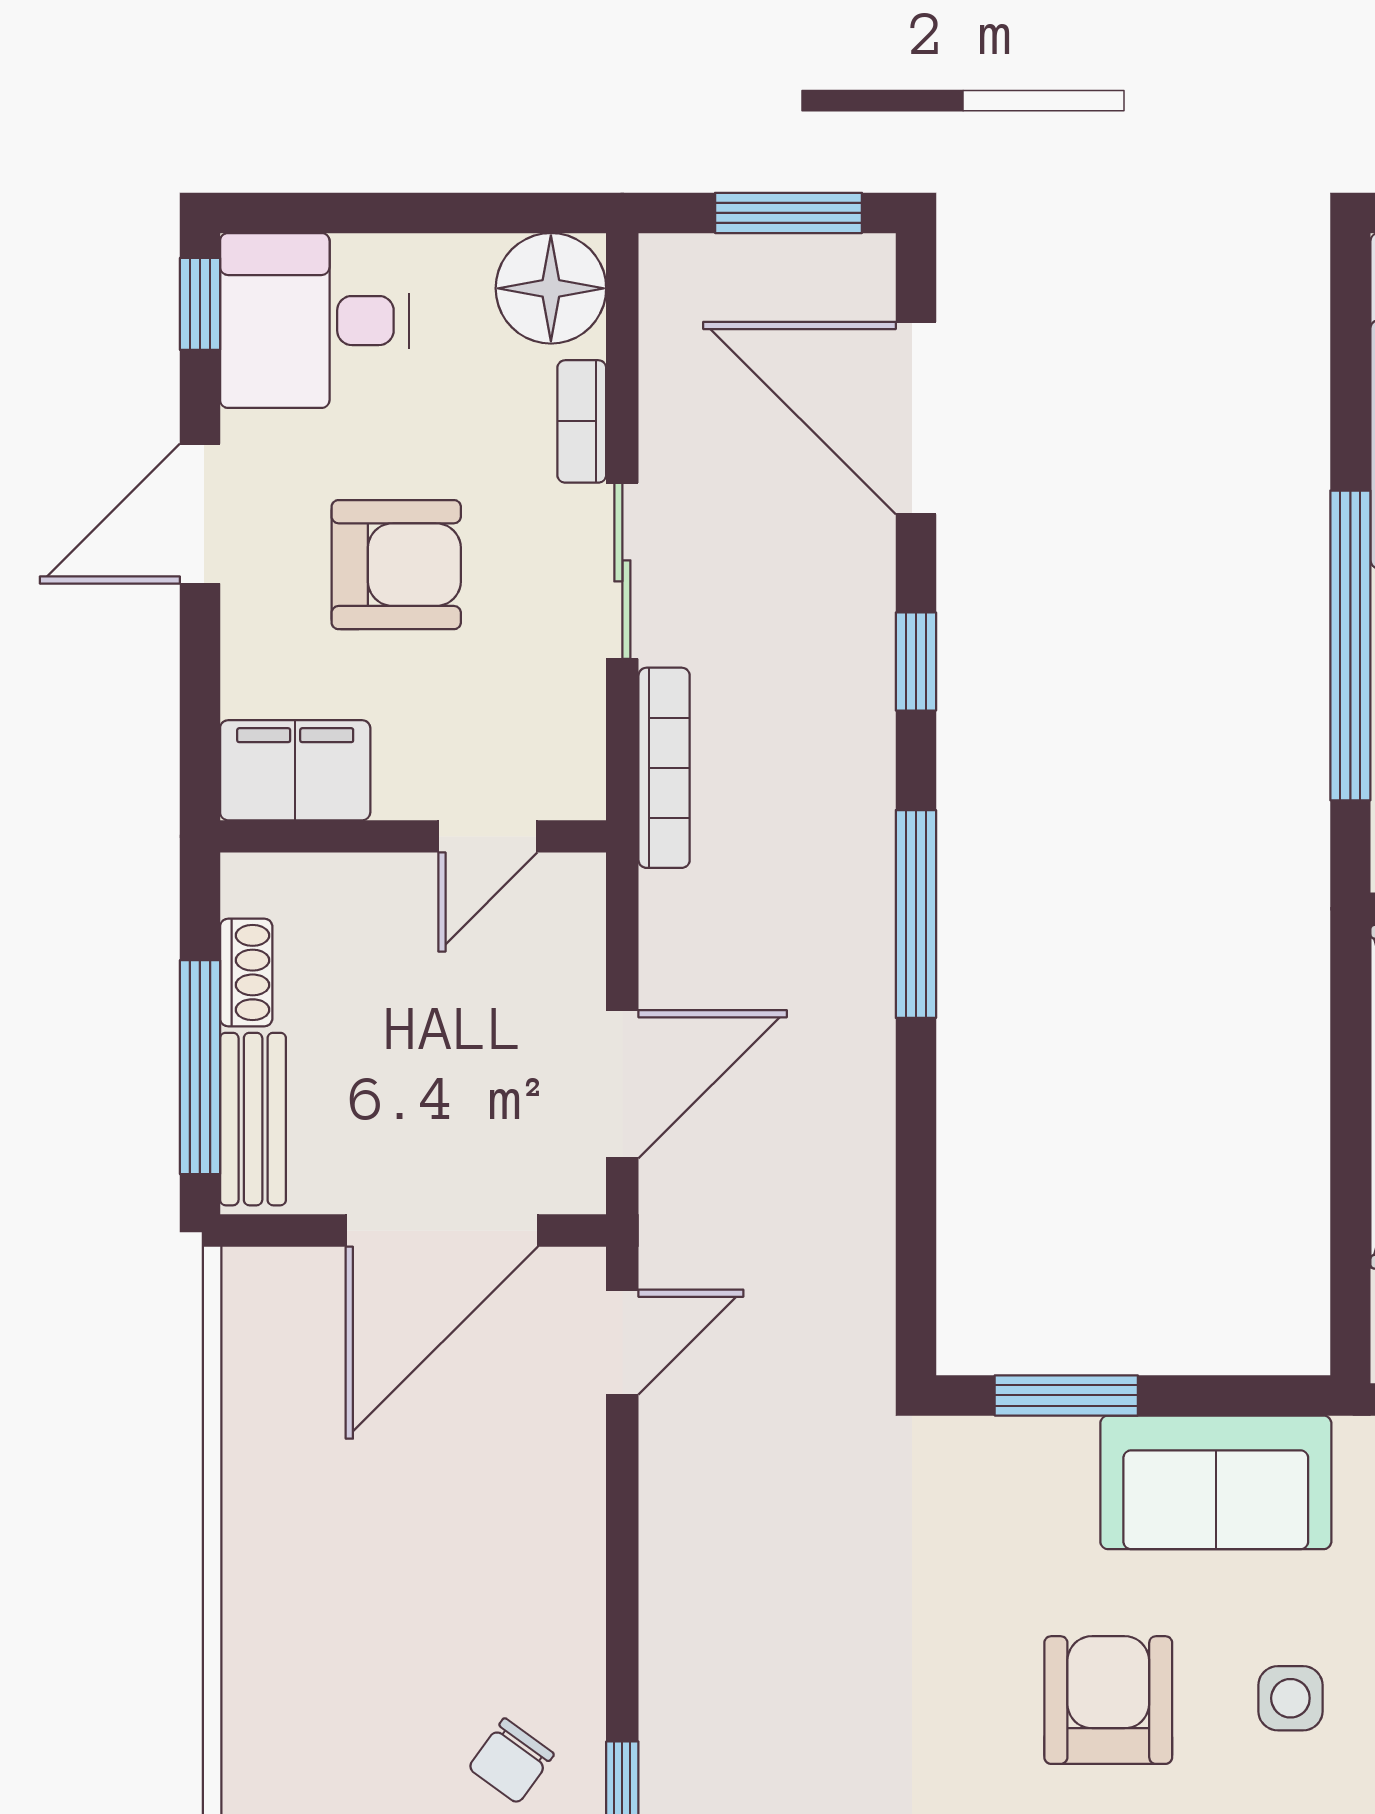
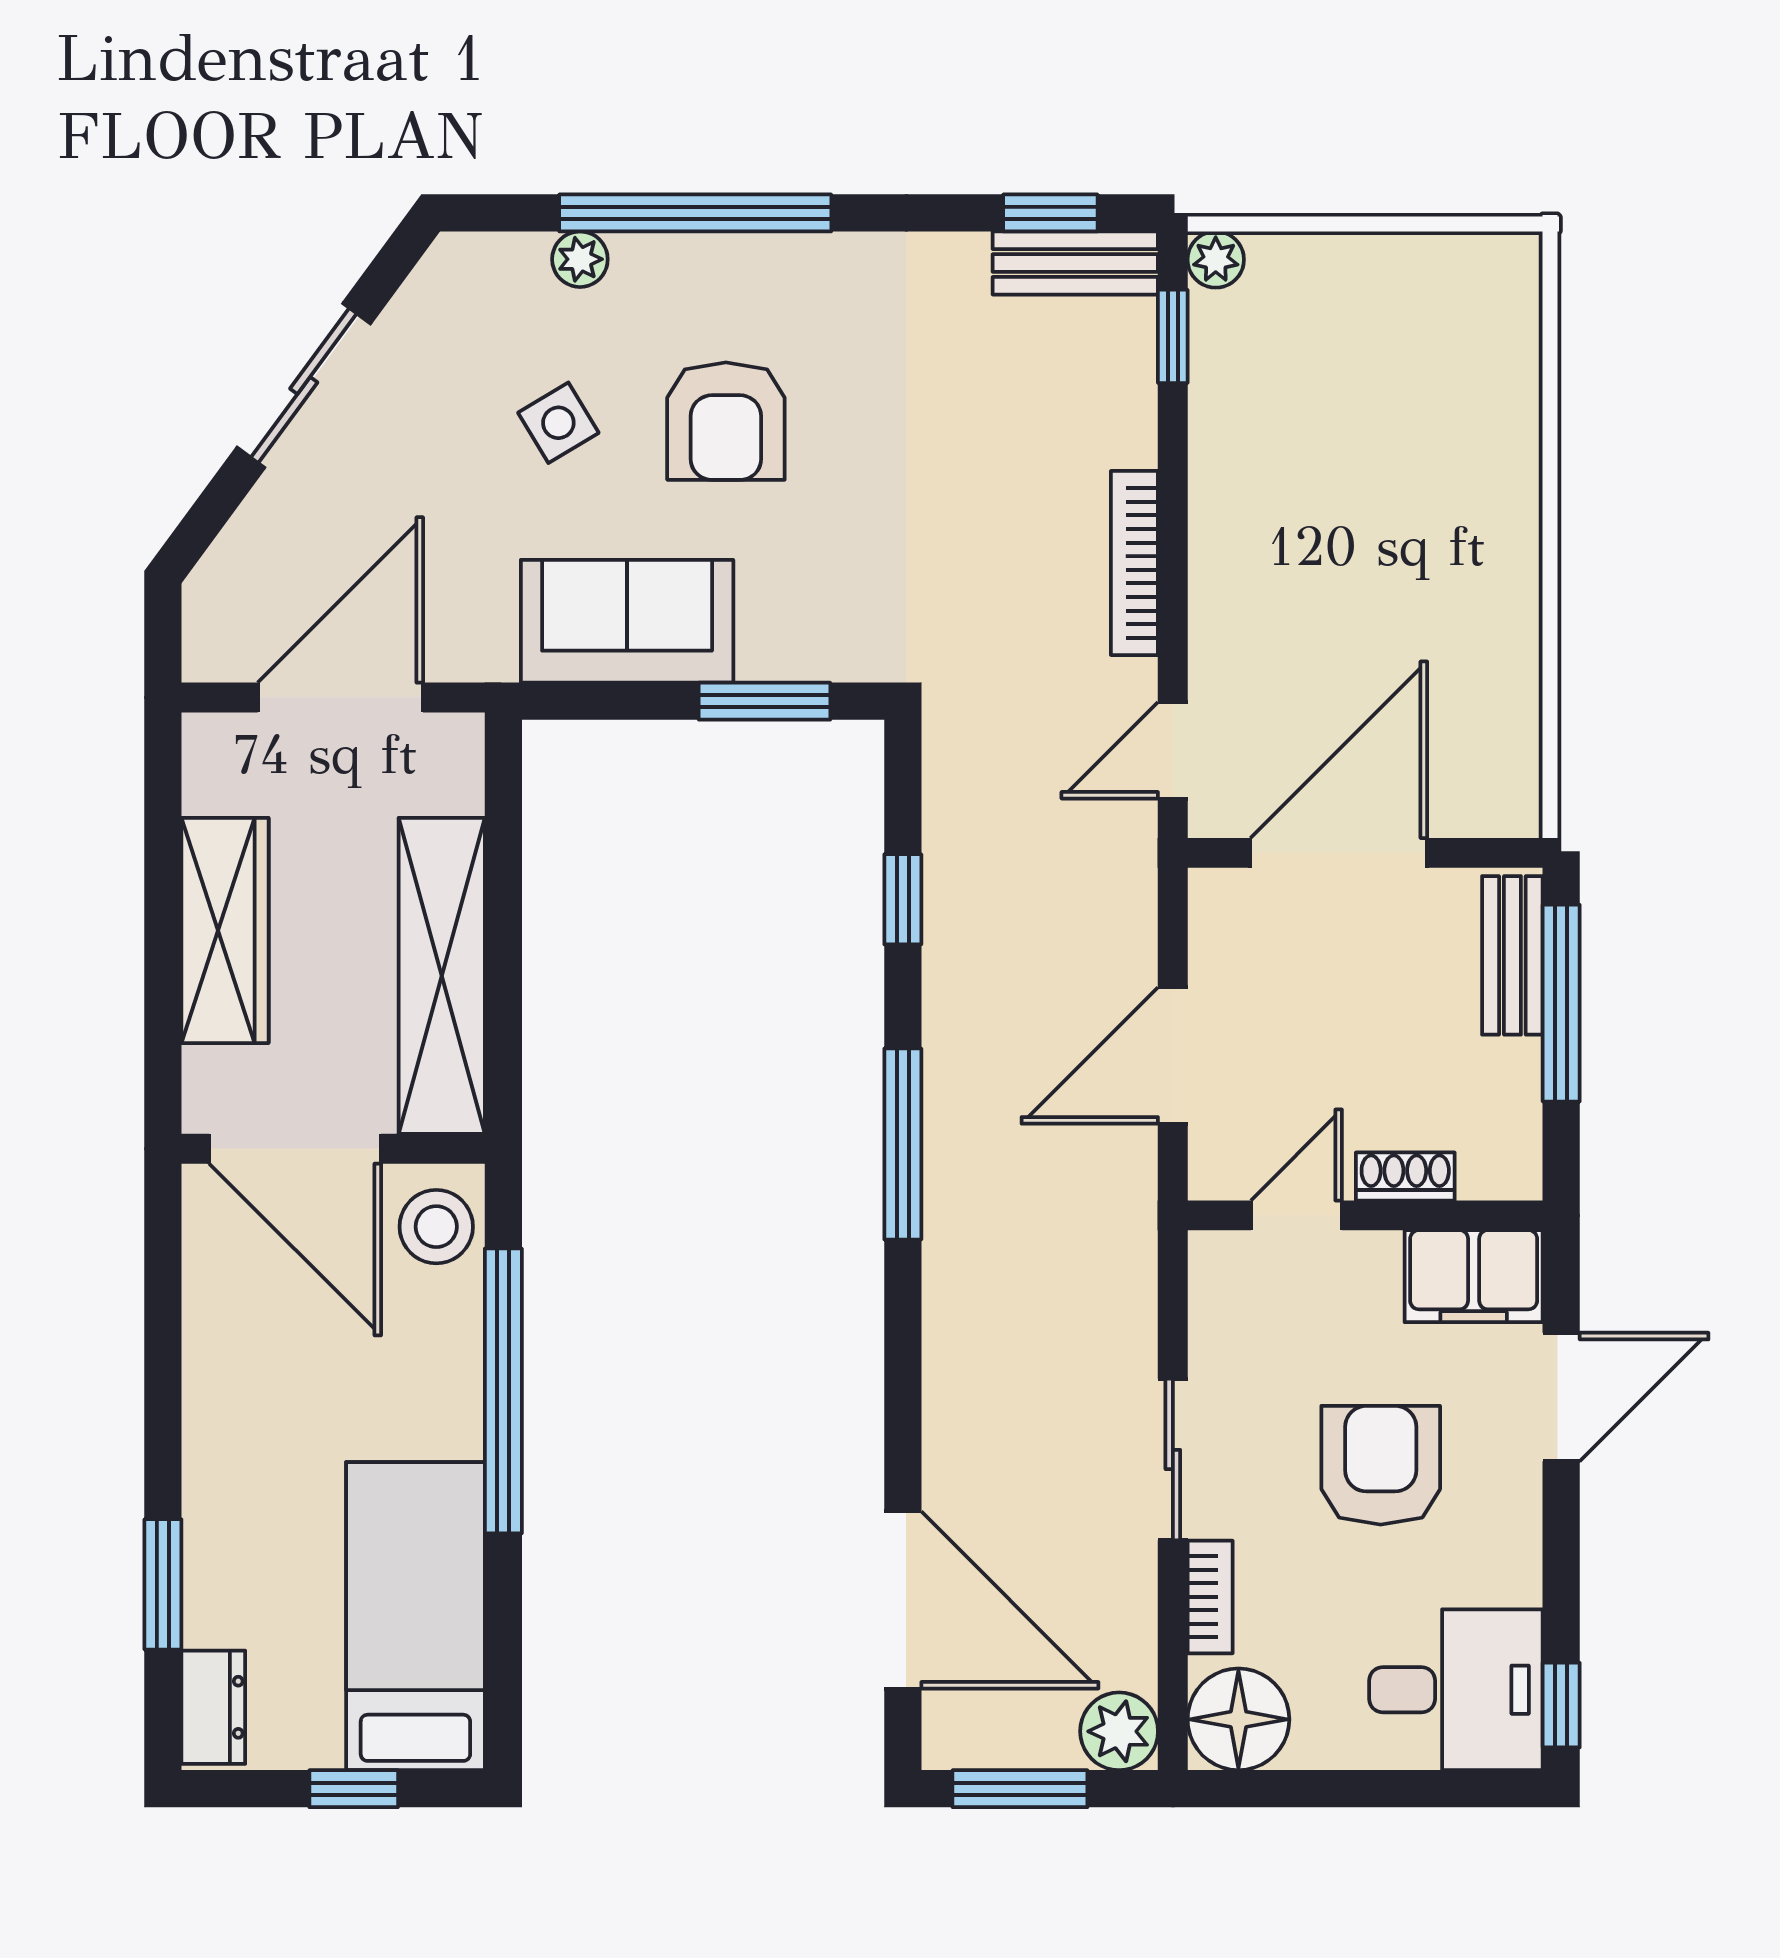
plant: (681, 275) -> (1119, 1731), added
door: (200, 514) -> (1561, 1397), moved
armchair: (396, 565) -> (1381, 1465), turned 90
window: (916, 662) -> (903, 899), moved
bookcase: (664, 768) -> (1134, 563), moved
shoe rack: (246, 973) -> (1405, 1177), moved, turned 90
door: (622, 1084) -> (1173, 1055), moved
side table: (1290, 1698) -> (558, 423), turned -31
chair: (511, 1761) -> (1275, 365), removed

